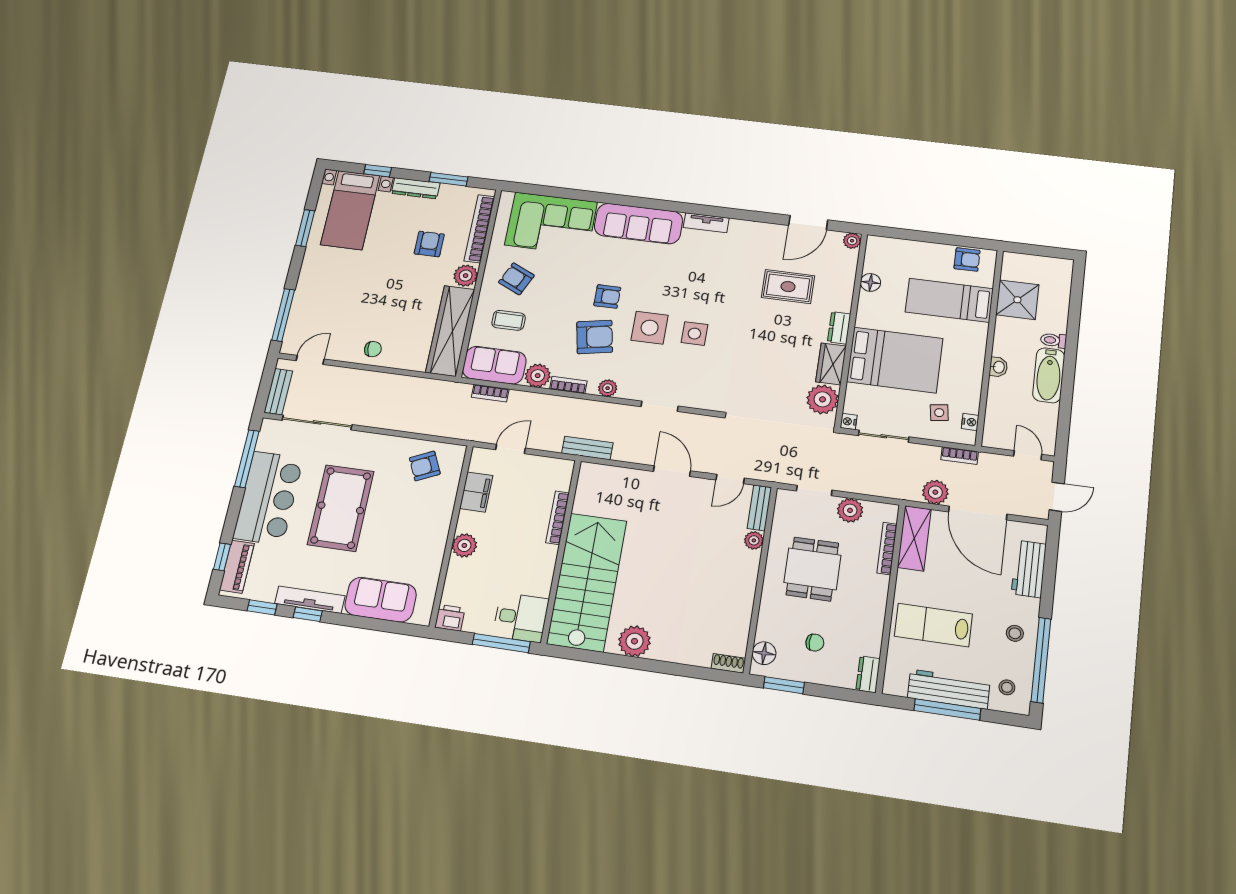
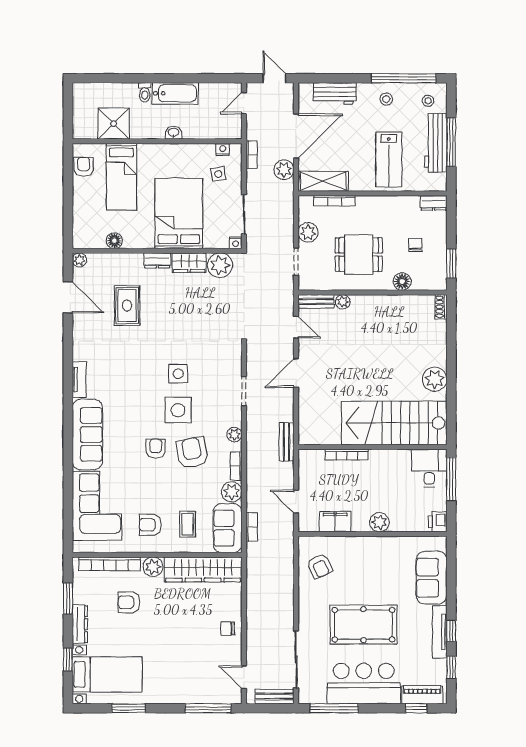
armchair: (516, 279) -> (150, 525), turned 65
chair: (373, 349) -> (228, 628), turned -83
floor lamp: (764, 653) -> (402, 282), moved

